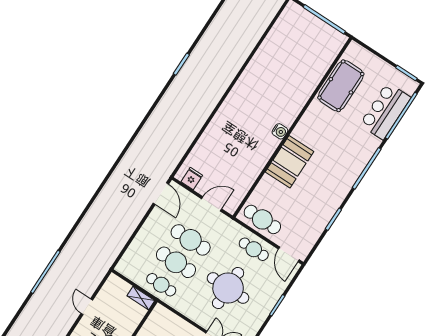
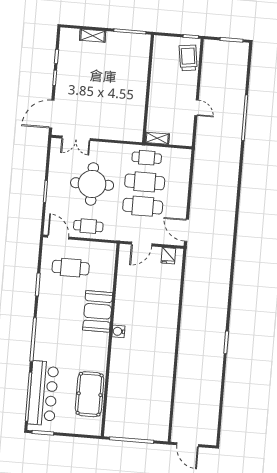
bar counter: (385, 111) -> (43, 393), width x1.36
cafe table: (262, 219) -> (71, 268), moved

